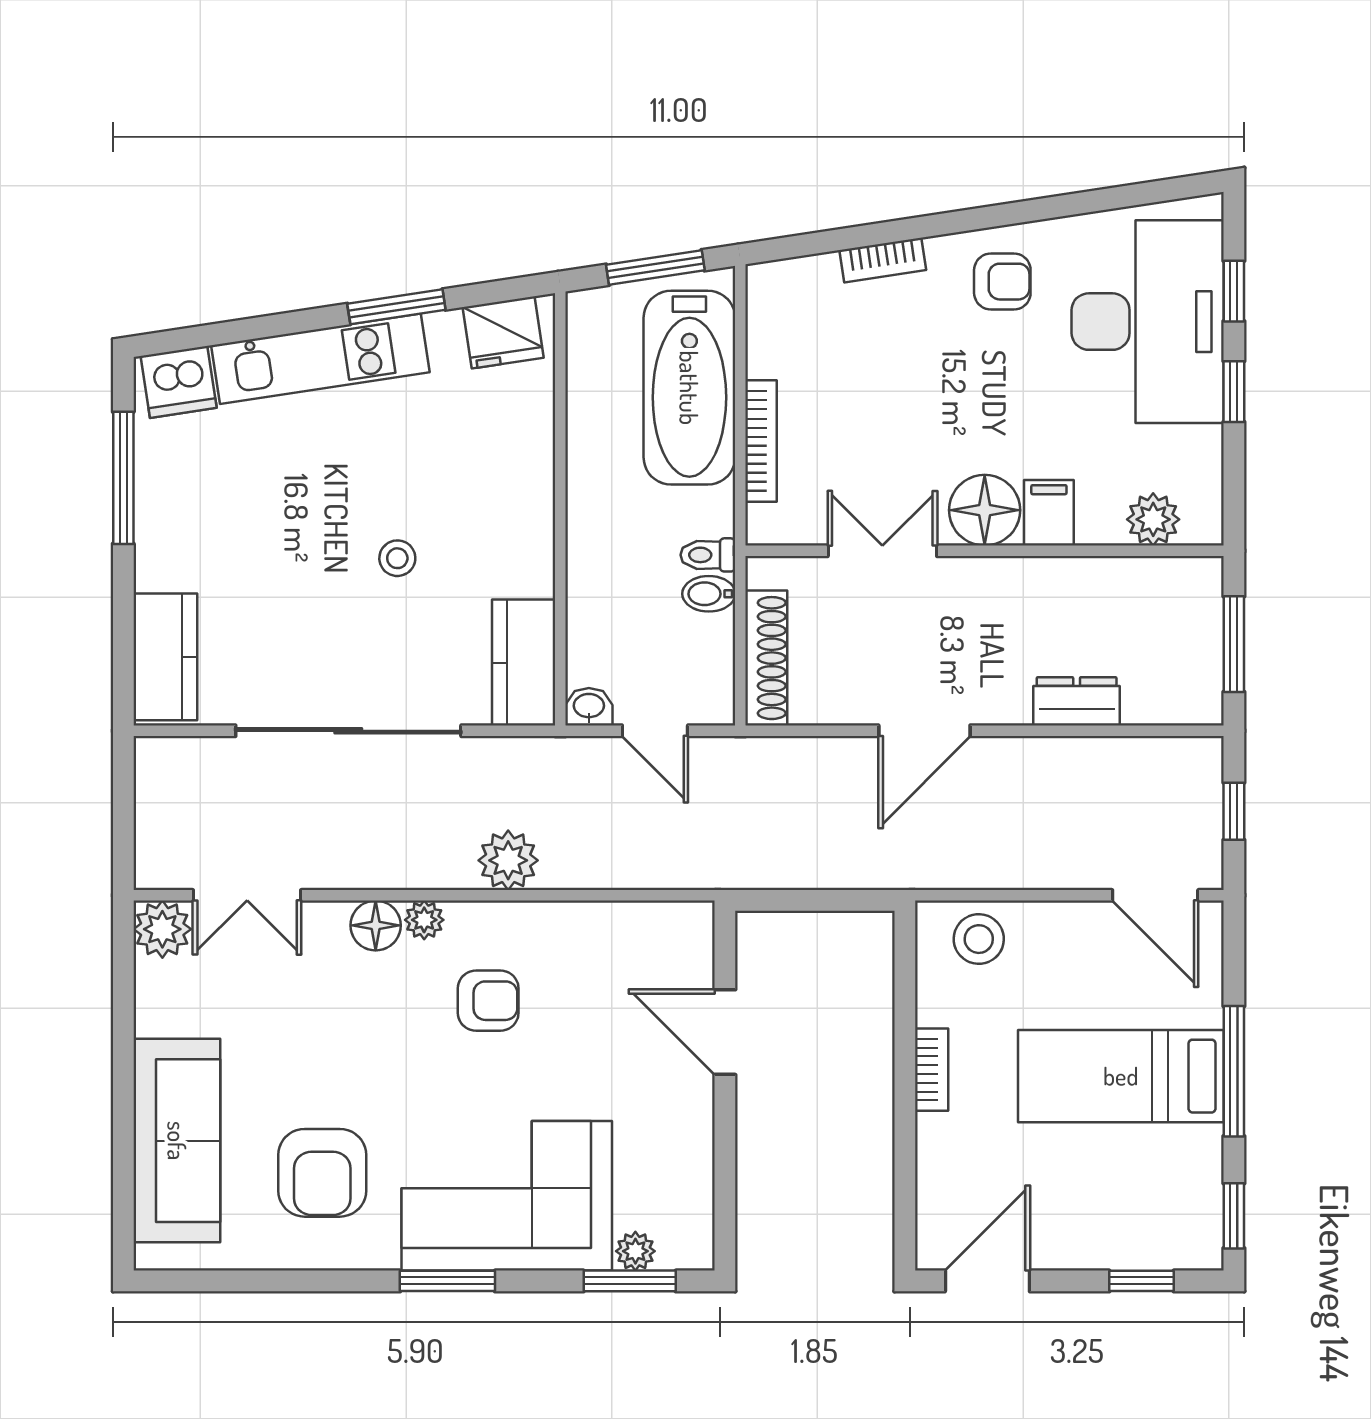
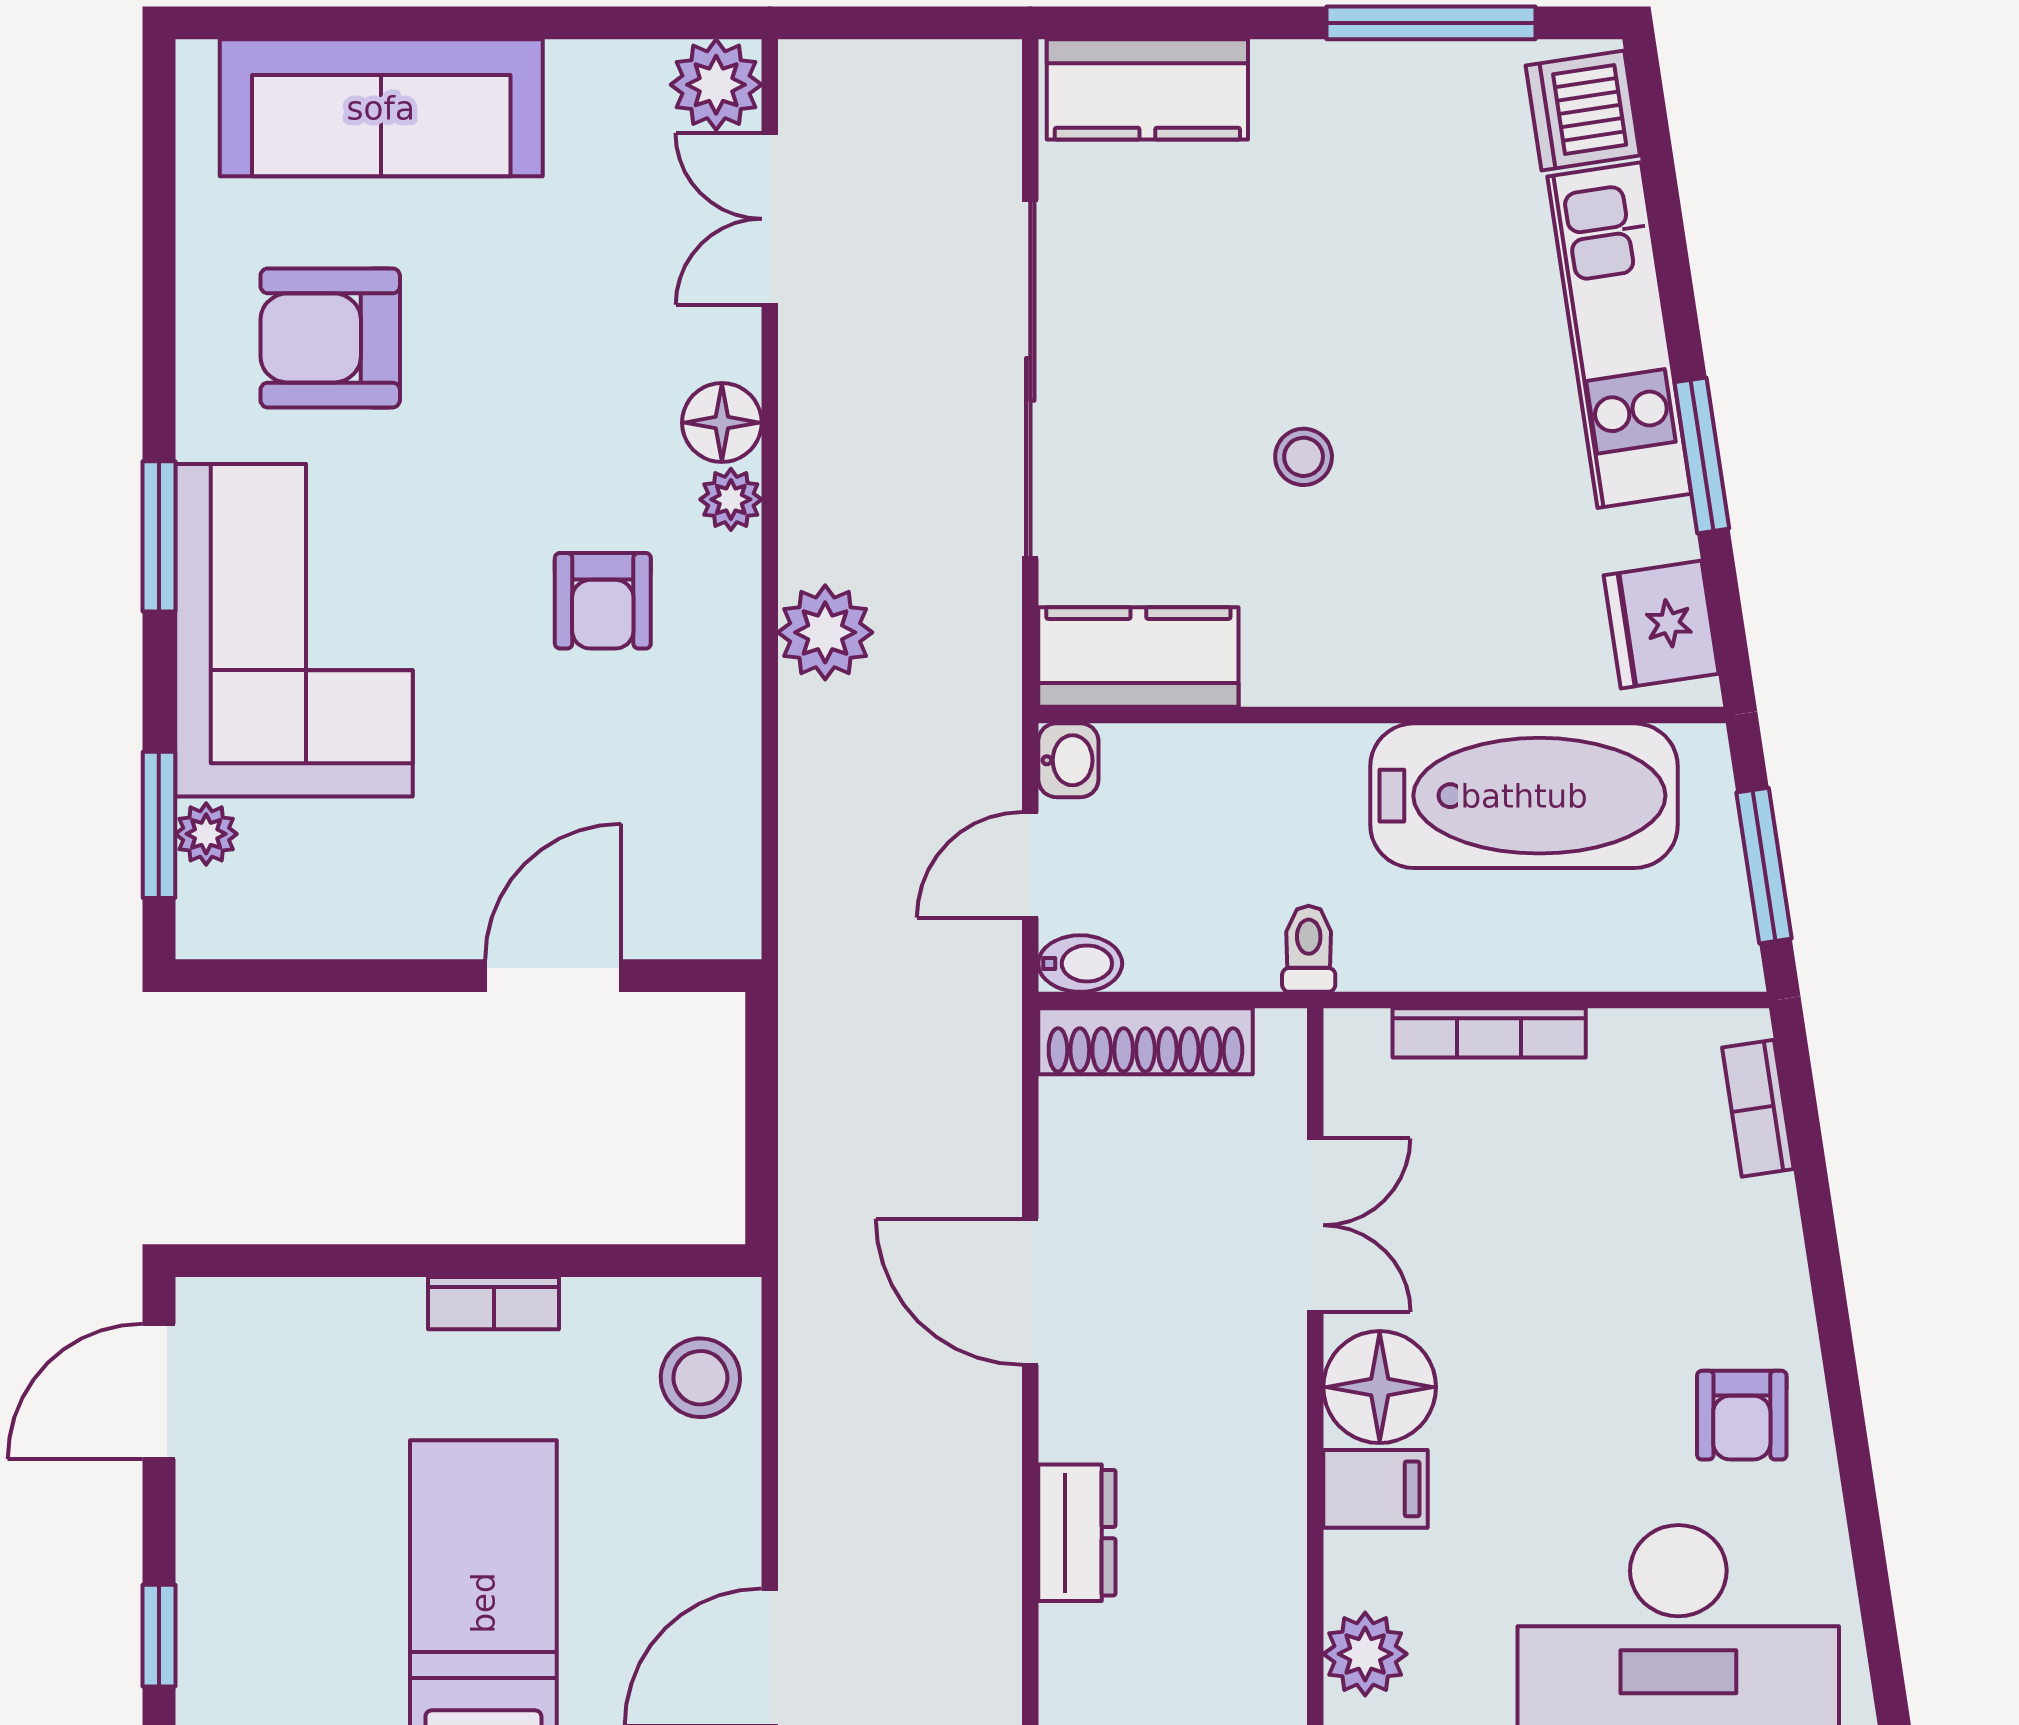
bookcase: (883, 260) -> (1758, 1108), moved
bathtub: (689, 388) -> (1524, 796), moved, turned 180
bidet: (709, 594) -> (1080, 964), moved, turned 90
door: (987, 1281) -> (159, 1391), swing flipped

